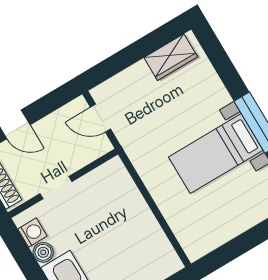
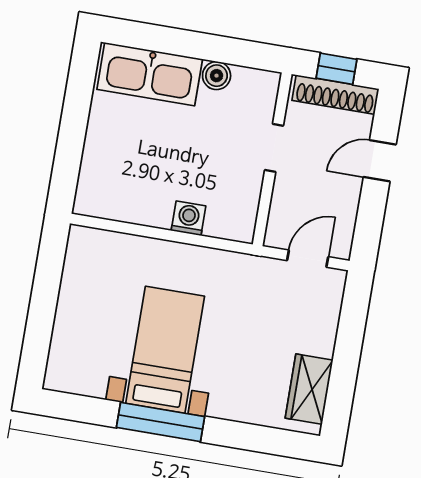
washing machine: (32, 232) -> (188, 218), moved, turned 180

